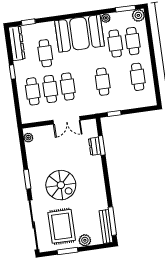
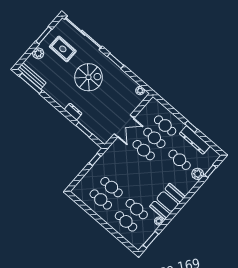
plant: (138, 15) -> (198, 174), moved
booth: (79, 33) -> (167, 201), width x0.73, depth x0.70
dresser: (17, 43) -> (195, 140), moved
cafe table: (103, 82) -> (111, 187), moved
double door: (67, 120) -> (124, 126), swing flipped
dresser: (95, 146) -> (73, 111), moved
spiral stairs: (61, 185) -> (88, 77), turned 180
rug: (62, 226) -> (63, 49), width x0.73, depth x0.70

